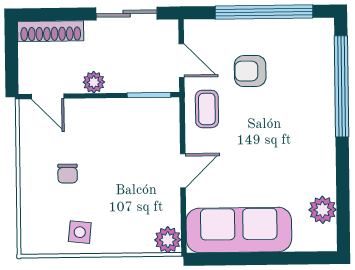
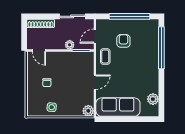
door: (182, 60) -> (95, 36), swing flipped
armchair: (250, 71) -> (123, 41), turned 90
plant: (94, 82) -> (70, 45), moved

